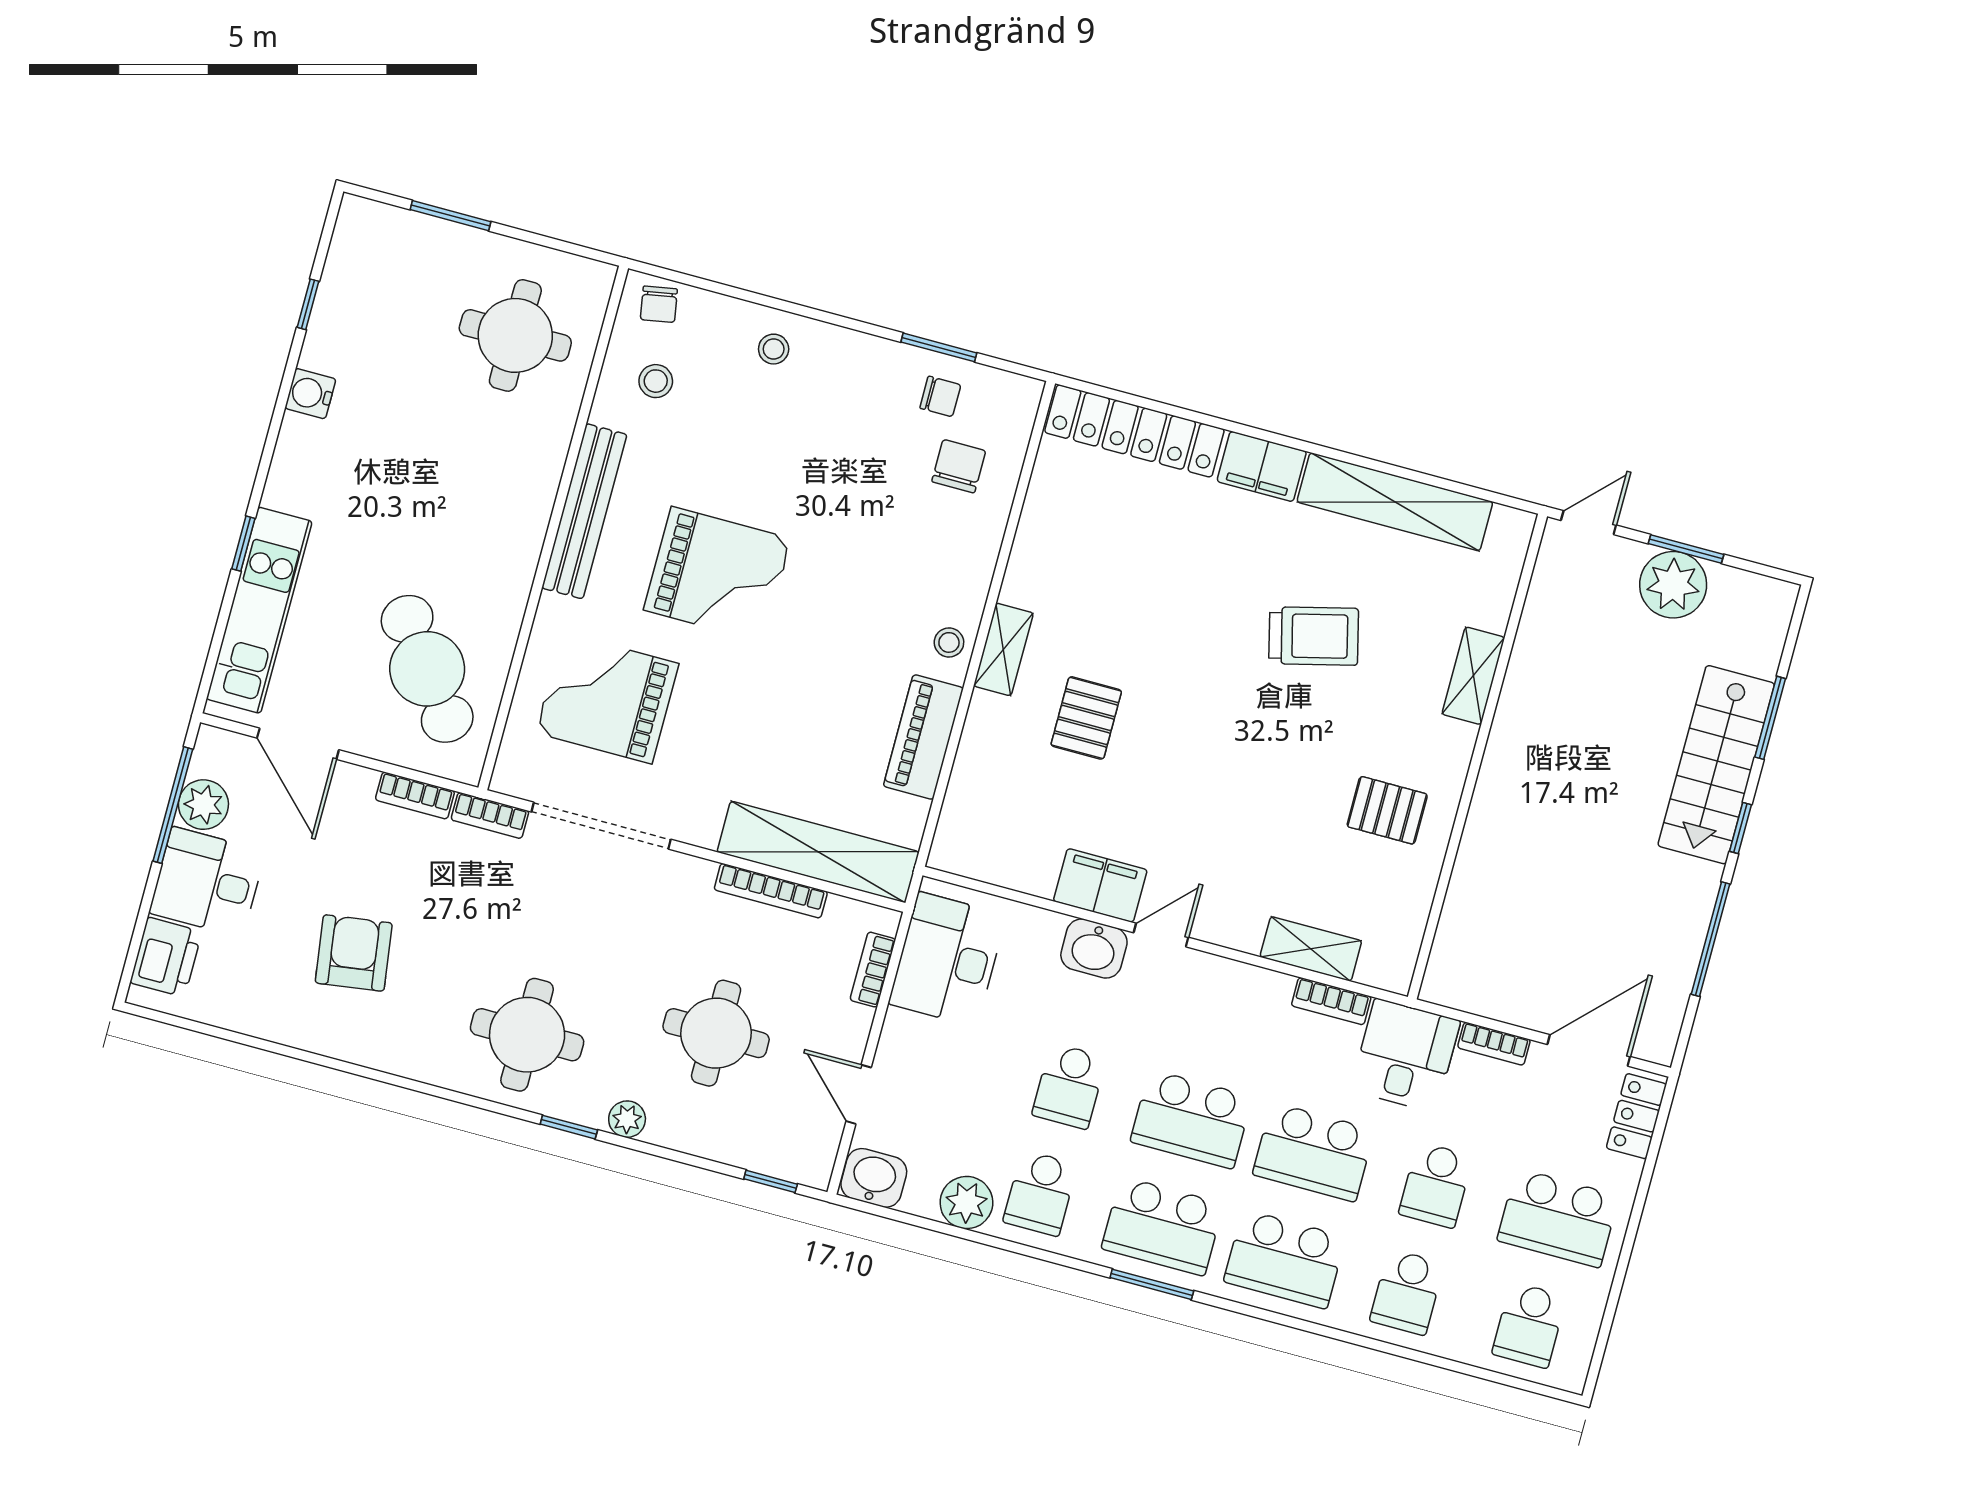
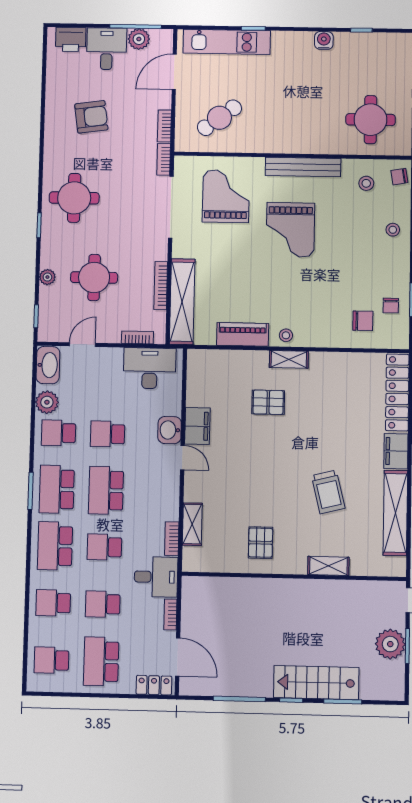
cafe table: (427, 669) -> (219, 118), width x0.73, depth x0.74
plant: (627, 1119) -> (47, 277), moved
school desk: (1314, 1152) -> (104, 547), width x0.54
washbasin: (874, 1178) -> (48, 365), width x1.38

